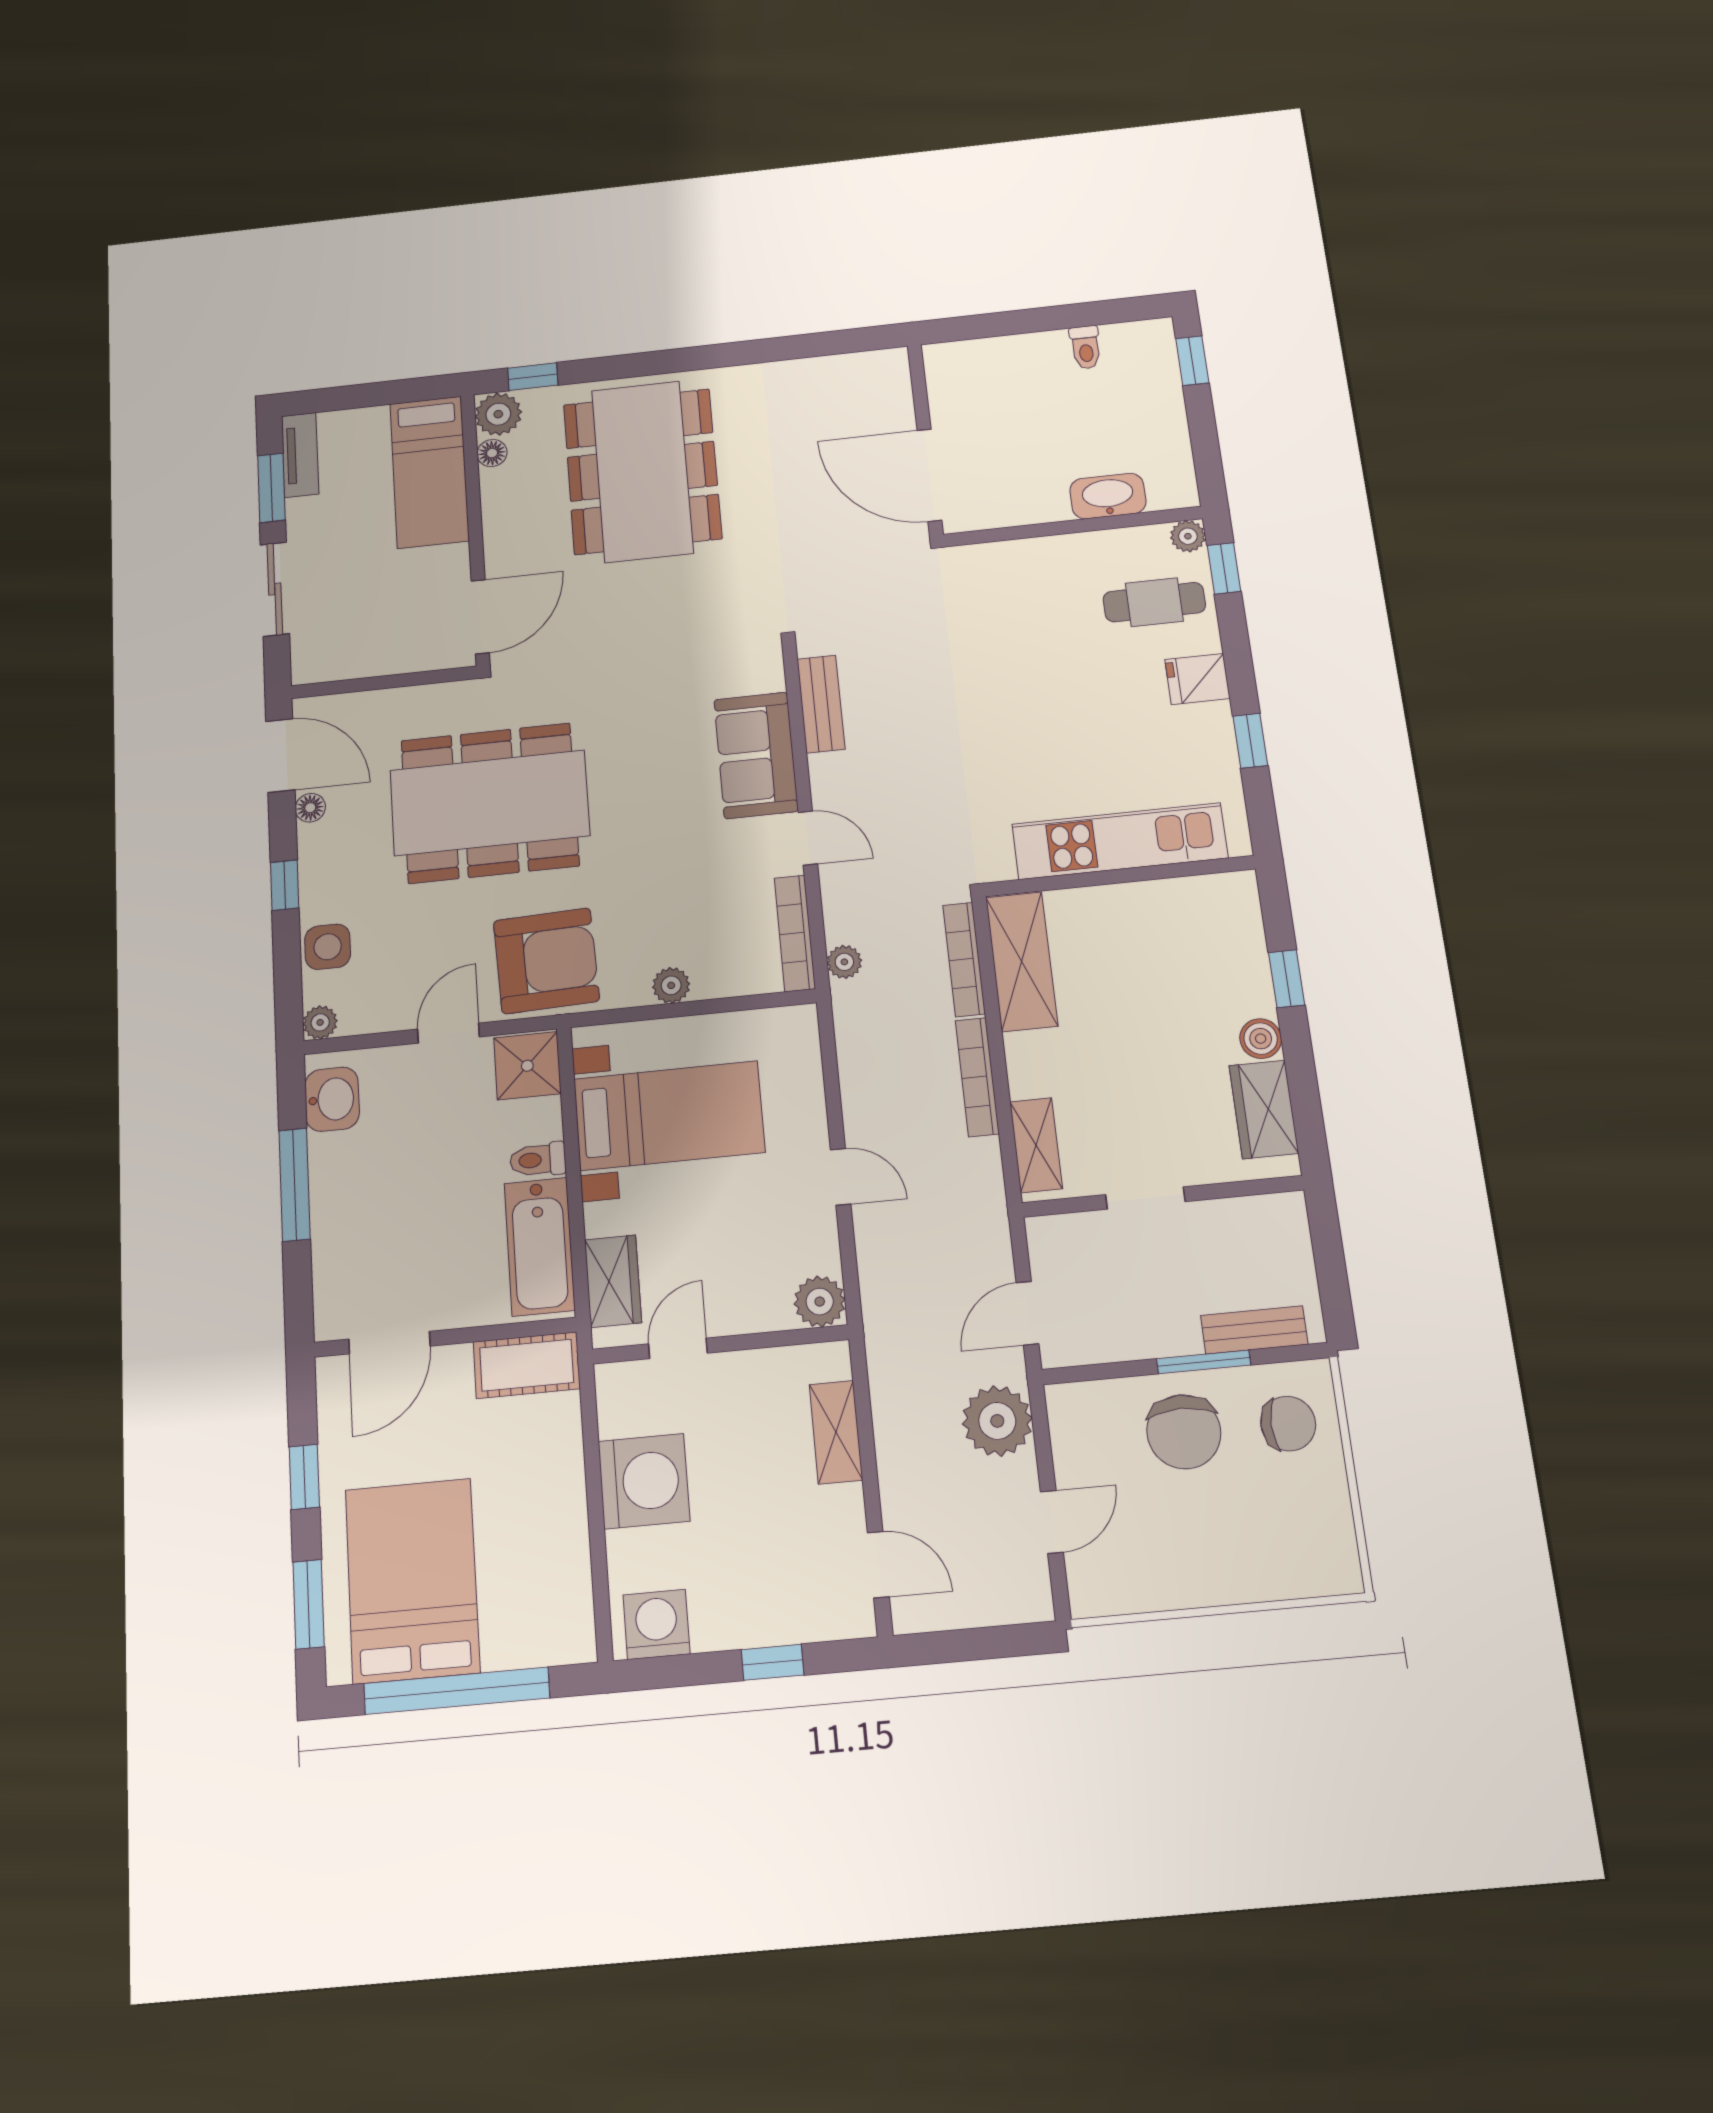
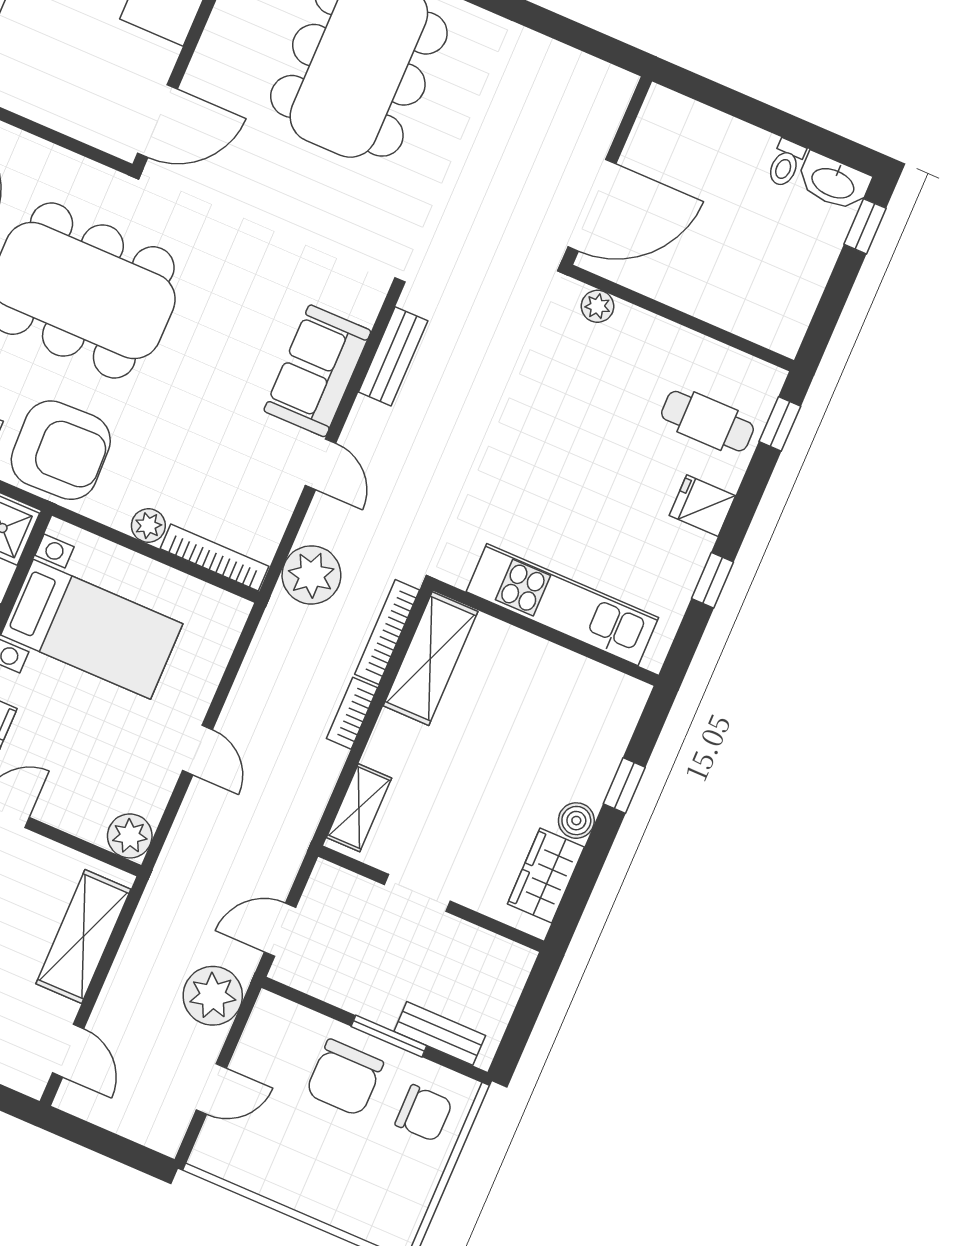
door: (929, 475) -> (592, 205), swing flipped
washbasin: (1108, 496) -> (833, 182), moved, turned 180
plant: (1188, 536) -> (598, 306), moved
bookcase: (795, 933) -> (215, 557), moved, turned 90
plant: (844, 962) -> (311, 575), width x1.87, depth x1.87
bookcase: (977, 1077) -> (352, 713), width x0.64
shelving: (836, 1432) -> (83, 936), width x1.50, depth x1.33

